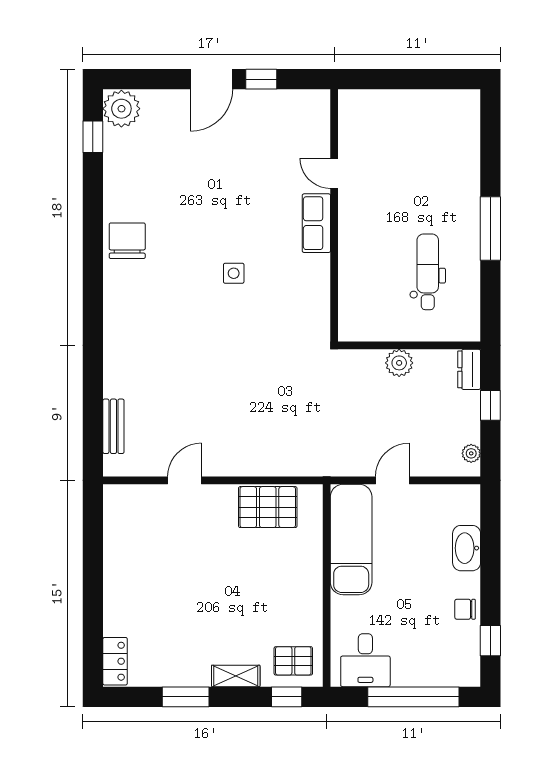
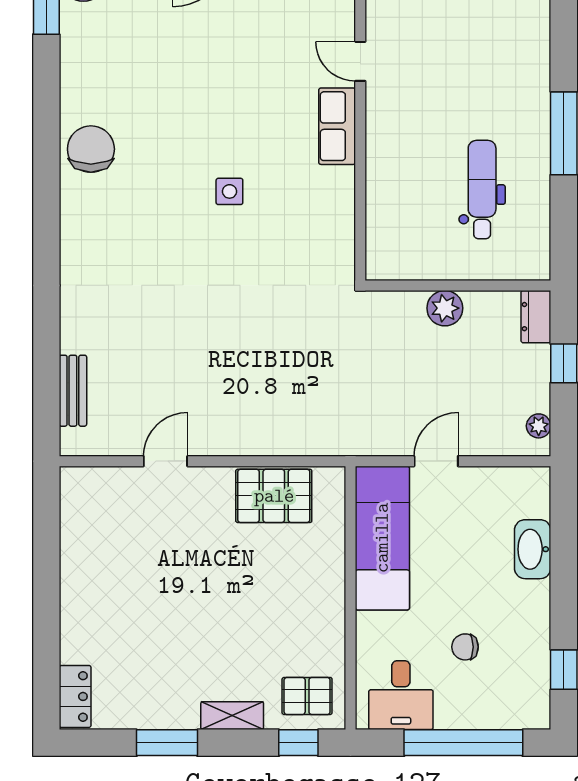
chair: (465, 609) -> (465, 647), moved

